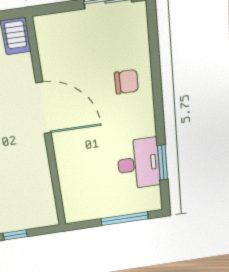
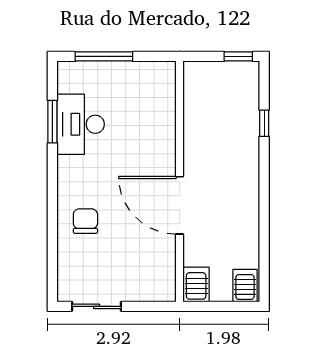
chair: (126, 82) -> (85, 221), turned 90

